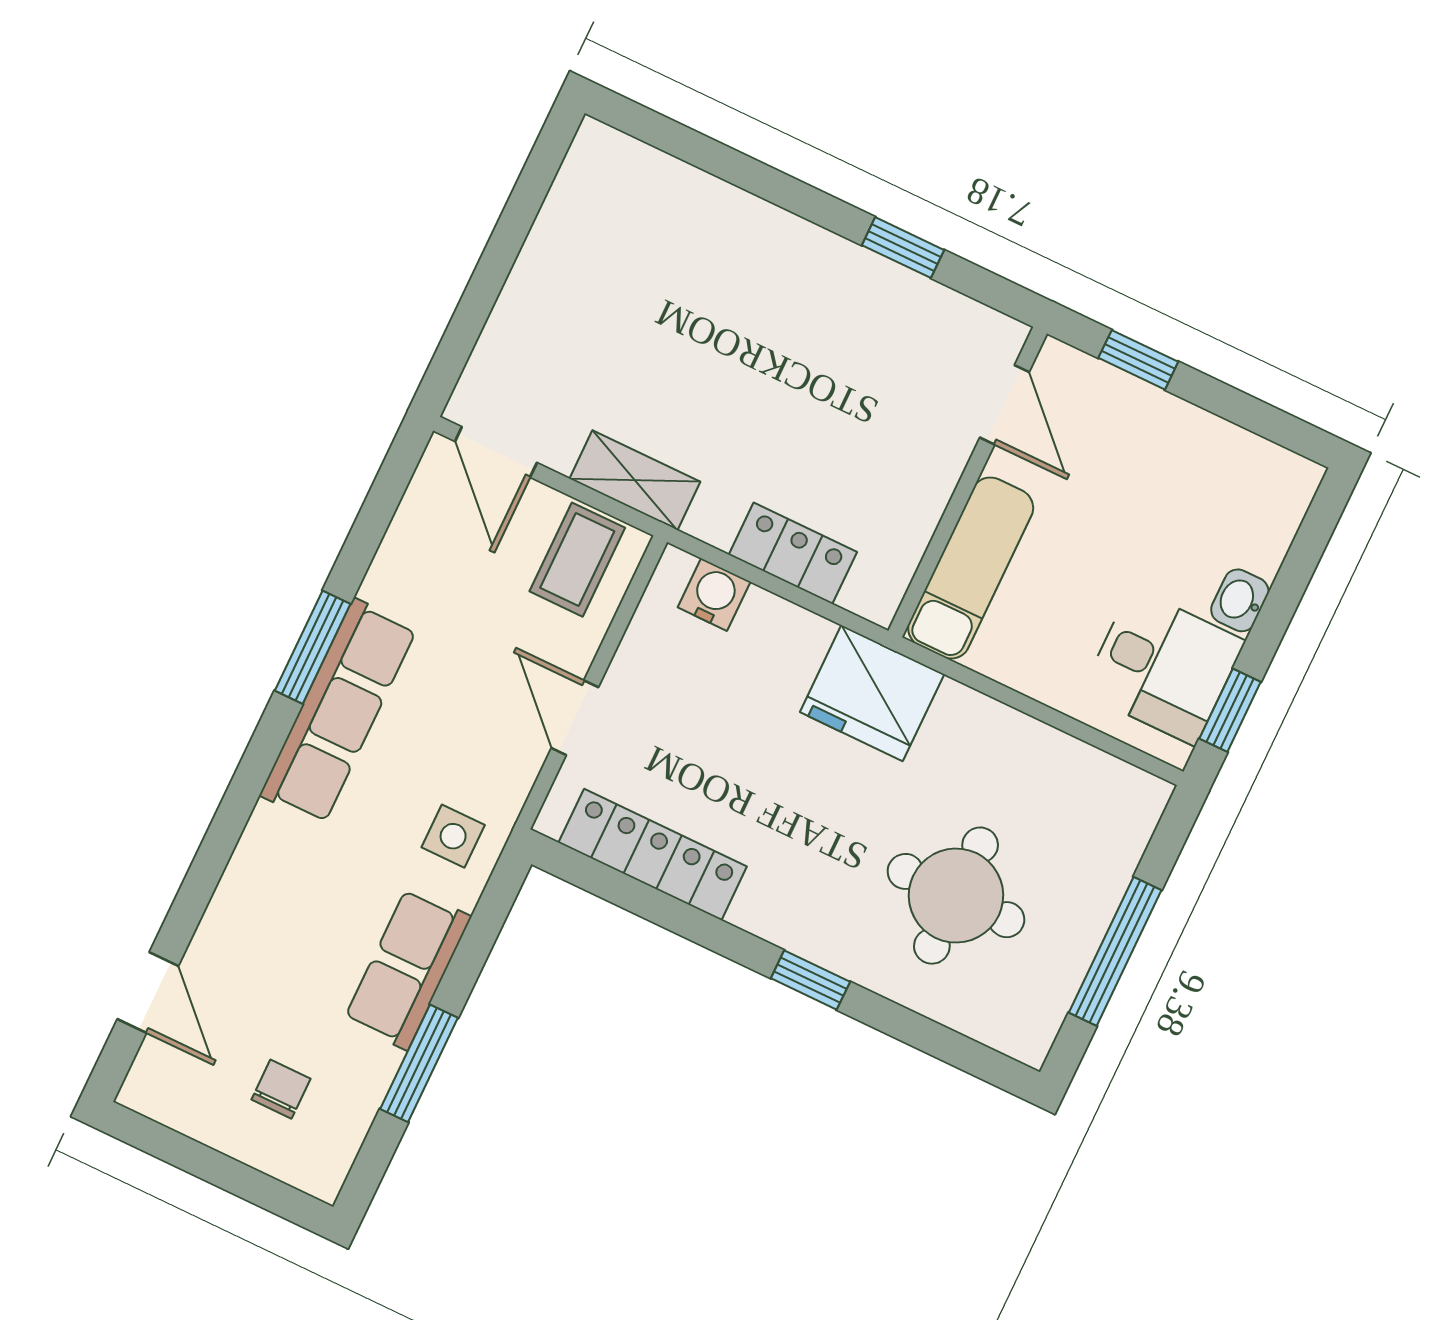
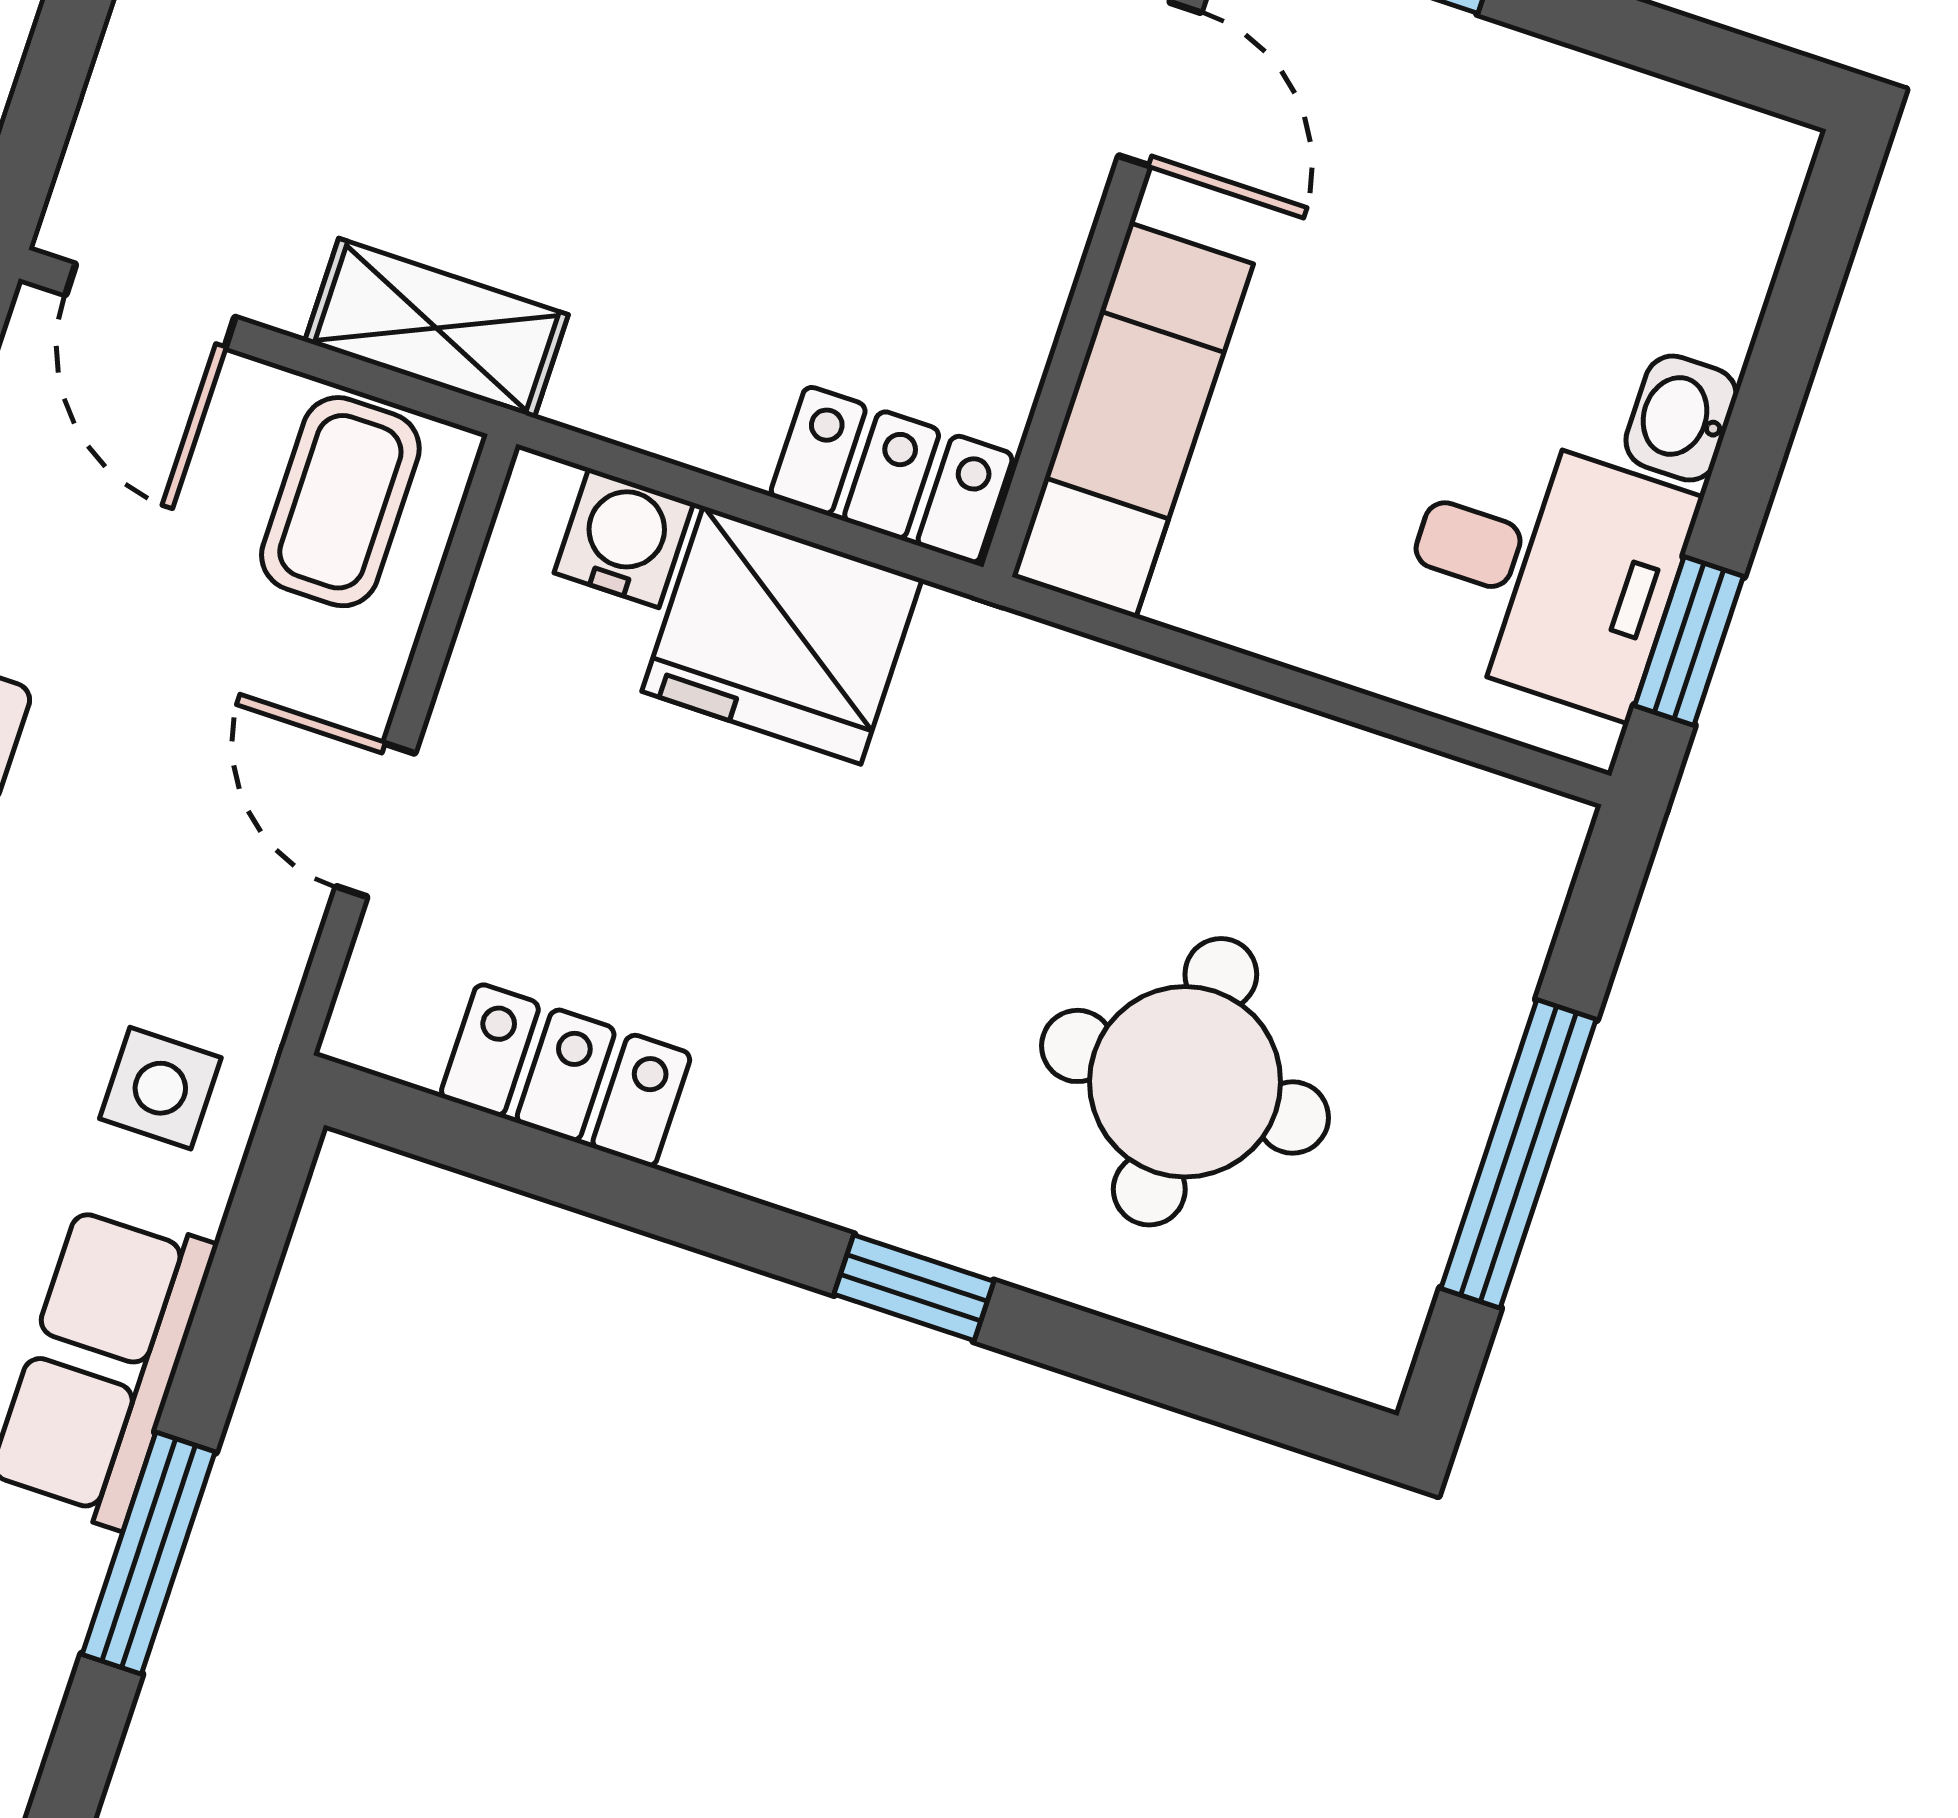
locker: (793, 553) -> (892, 475), moved
fridge: (872, 693) -> (782, 635), moved
locker: (653, 855) -> (566, 1075), width x0.66

